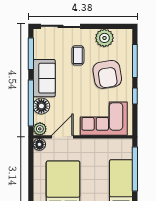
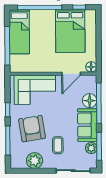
plant: (40, 129) -> (91, 148), moved

